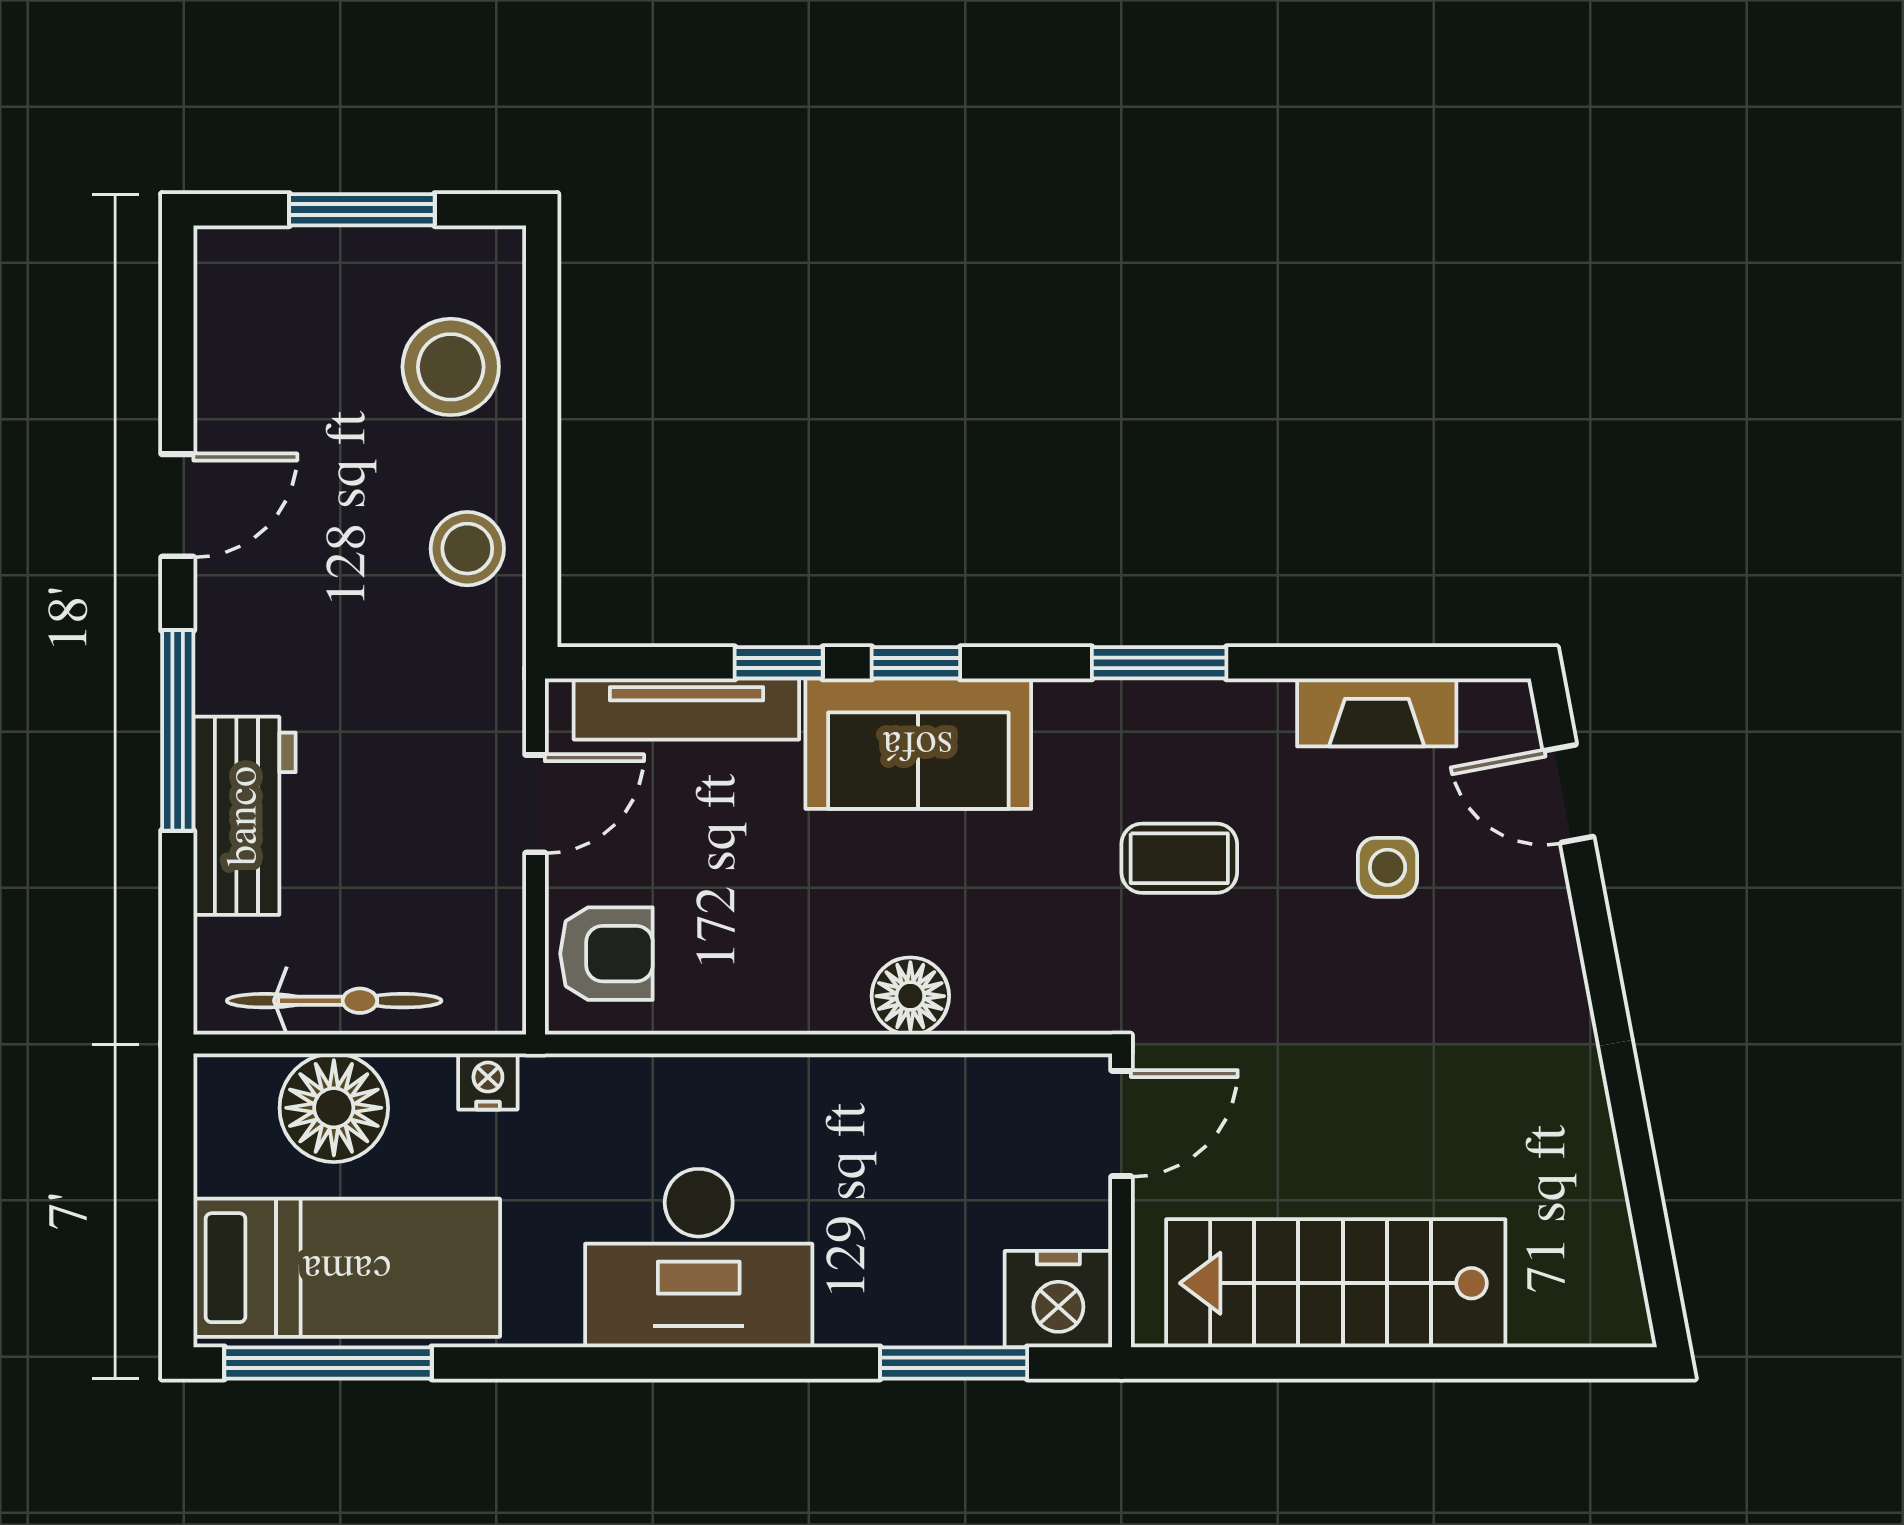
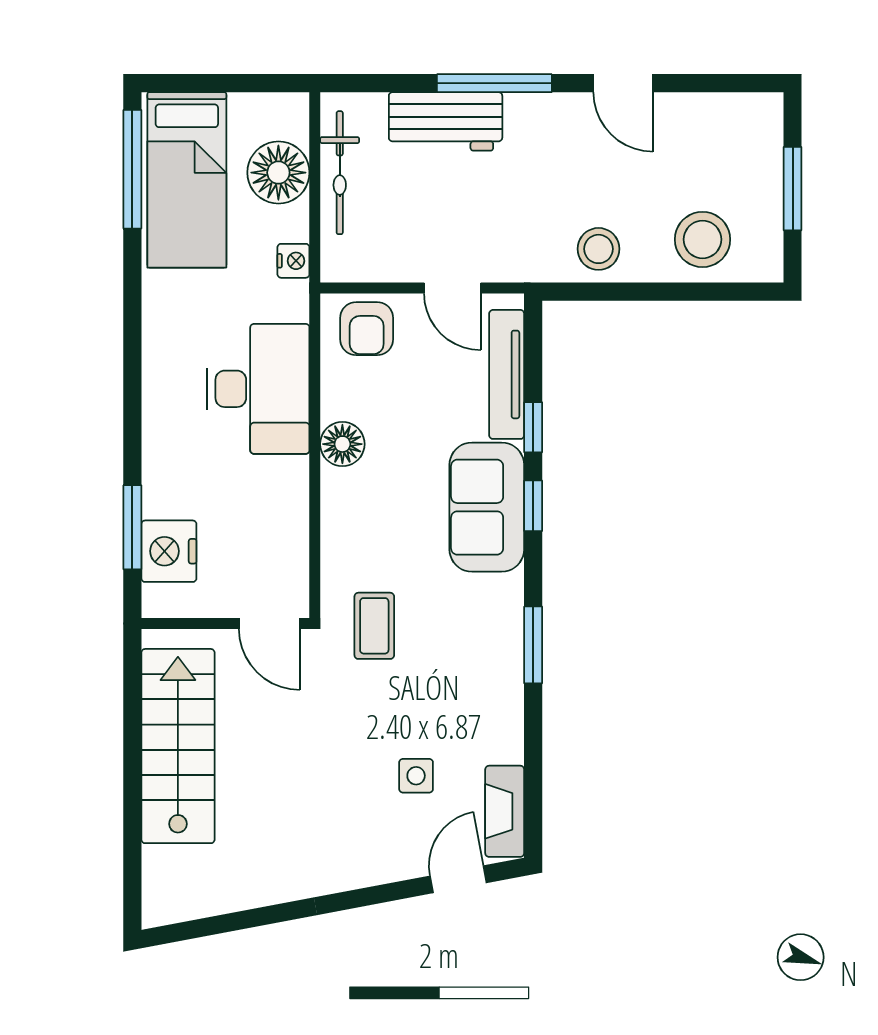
fireplace: (1377, 712) -> (505, 811), moved
coffee table: (1179, 858) -> (374, 626), moved
floor lamp: (910, 996) -> (342, 444), moved
desk: (699, 1258) -> (258, 389), moved, turned 180
nightstand: (1058, 1299) -> (169, 551), moved

